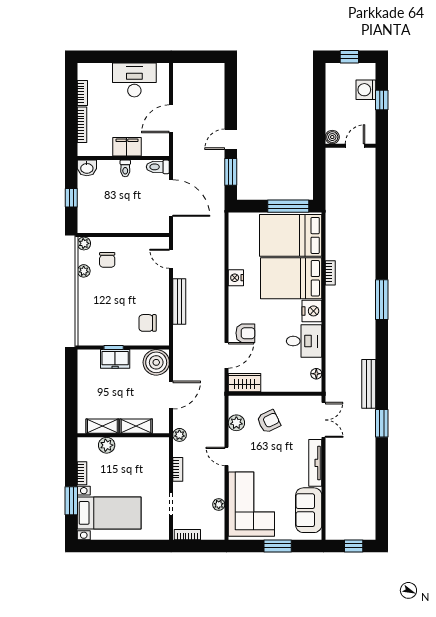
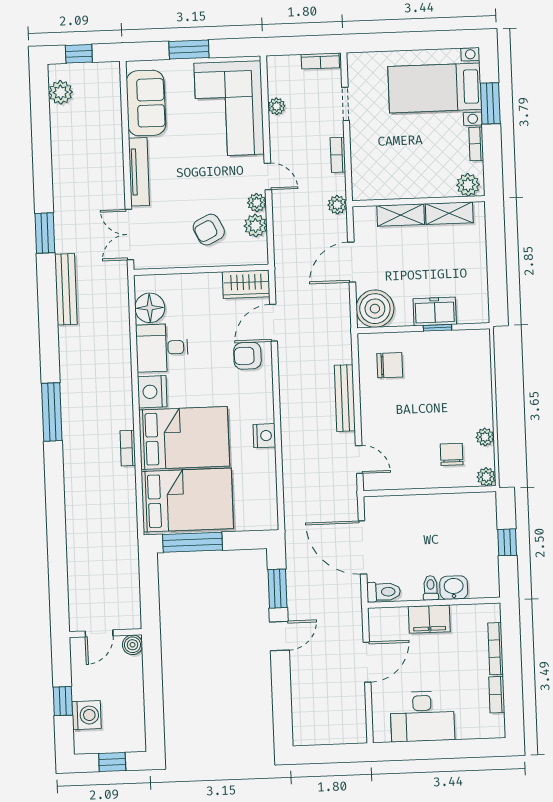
washbasin: (87, 168) -> (454, 588), moved
floor lamp: (316, 374) -> (150, 308), width x1.89, depth x1.89
plant: (235, 439) -> (257, 203), added
plant: (107, 445) -> (468, 185), moved
plant: (367, 520) -> (61, 92), added

